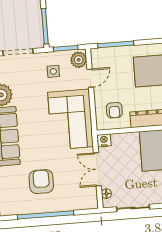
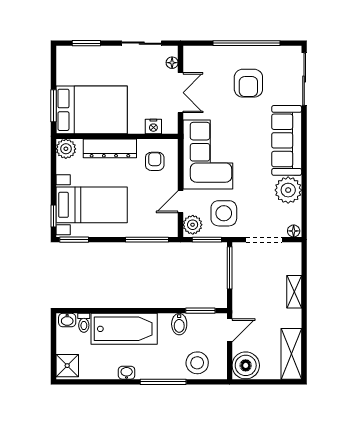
side table: (53, 71) -> (224, 213), width x1.87, depth x1.87
nightstand: (104, 140) -> (153, 126), moved

